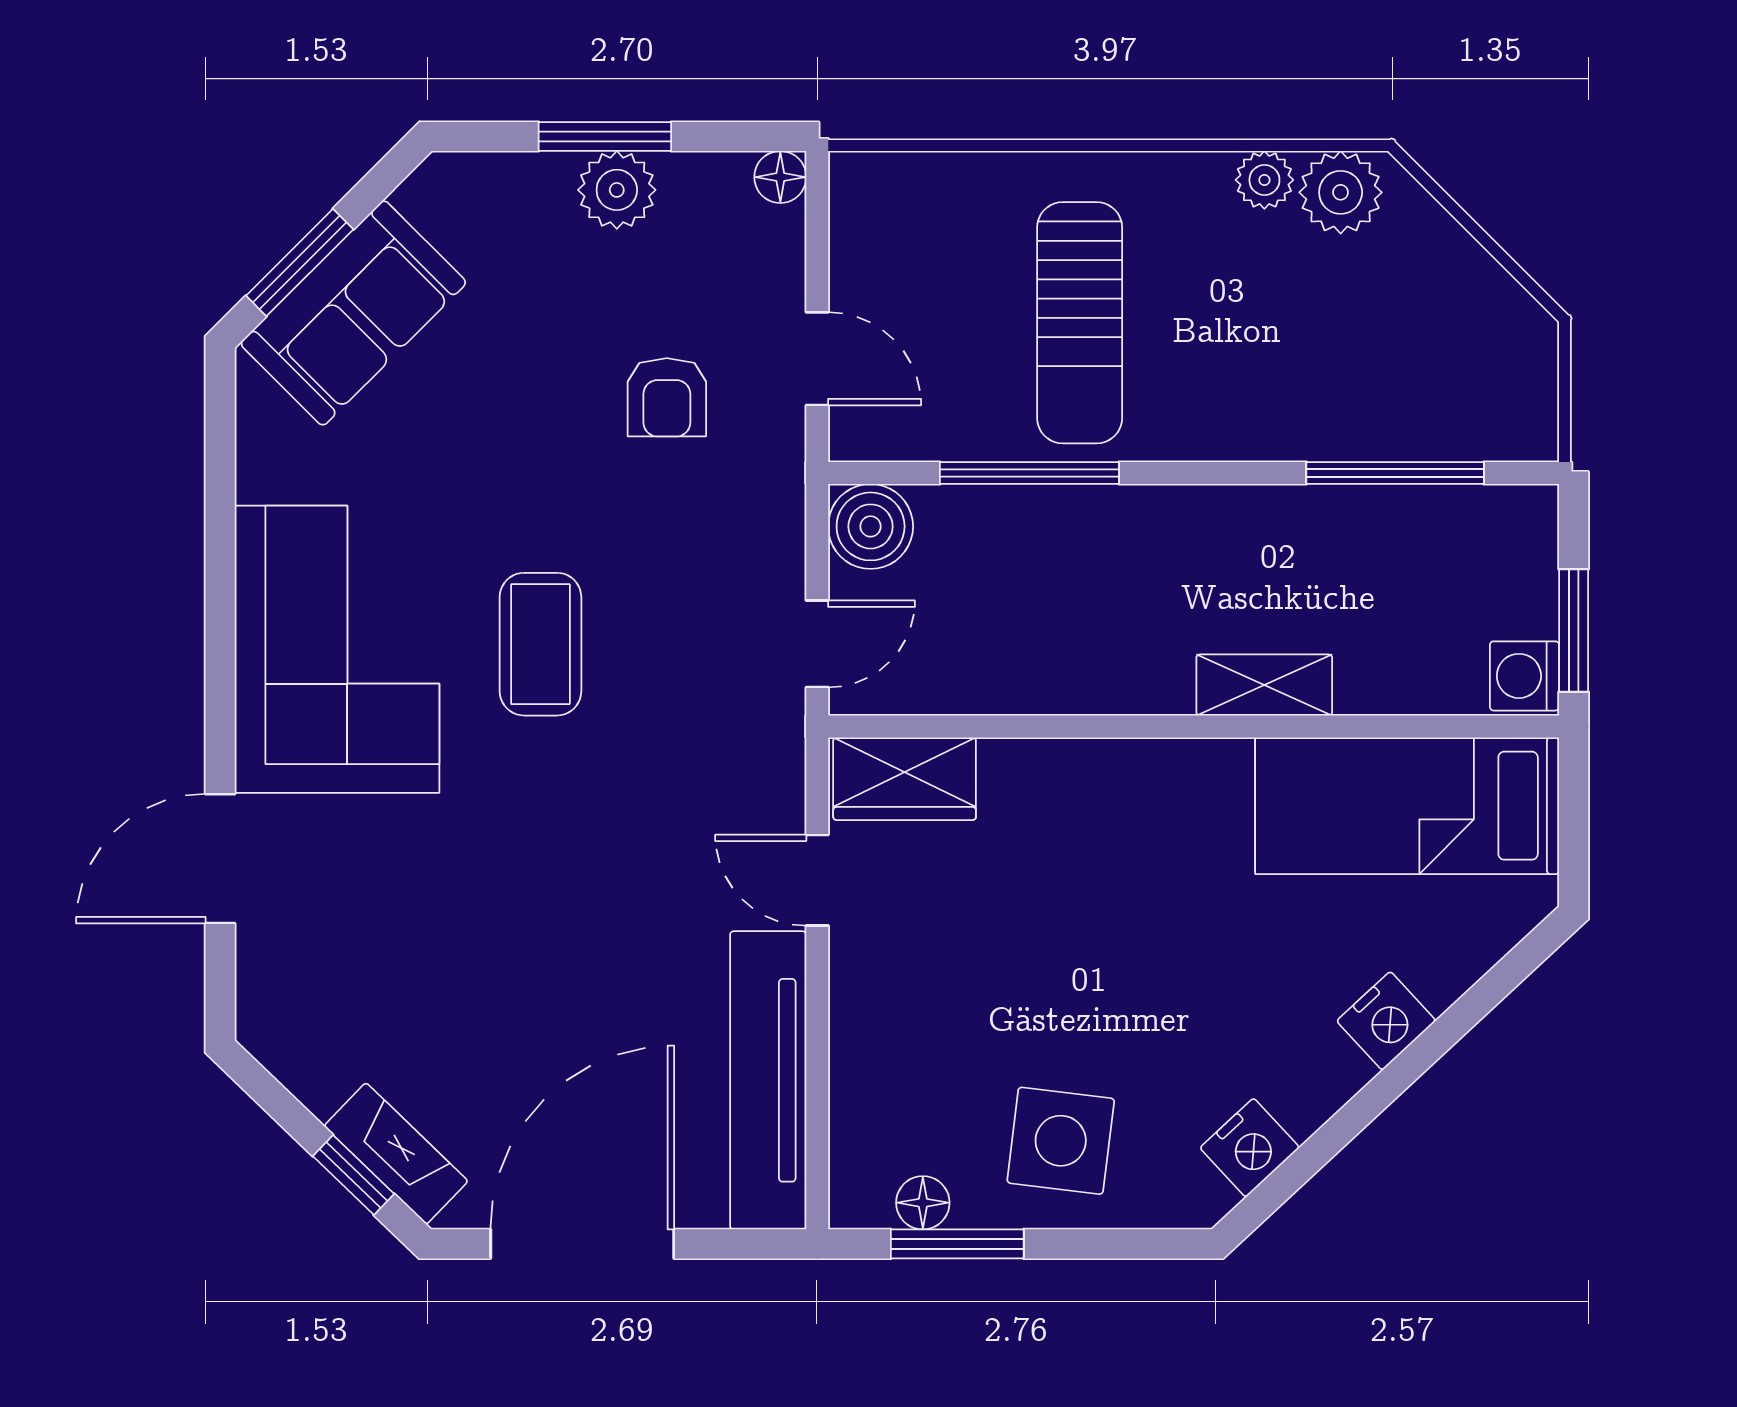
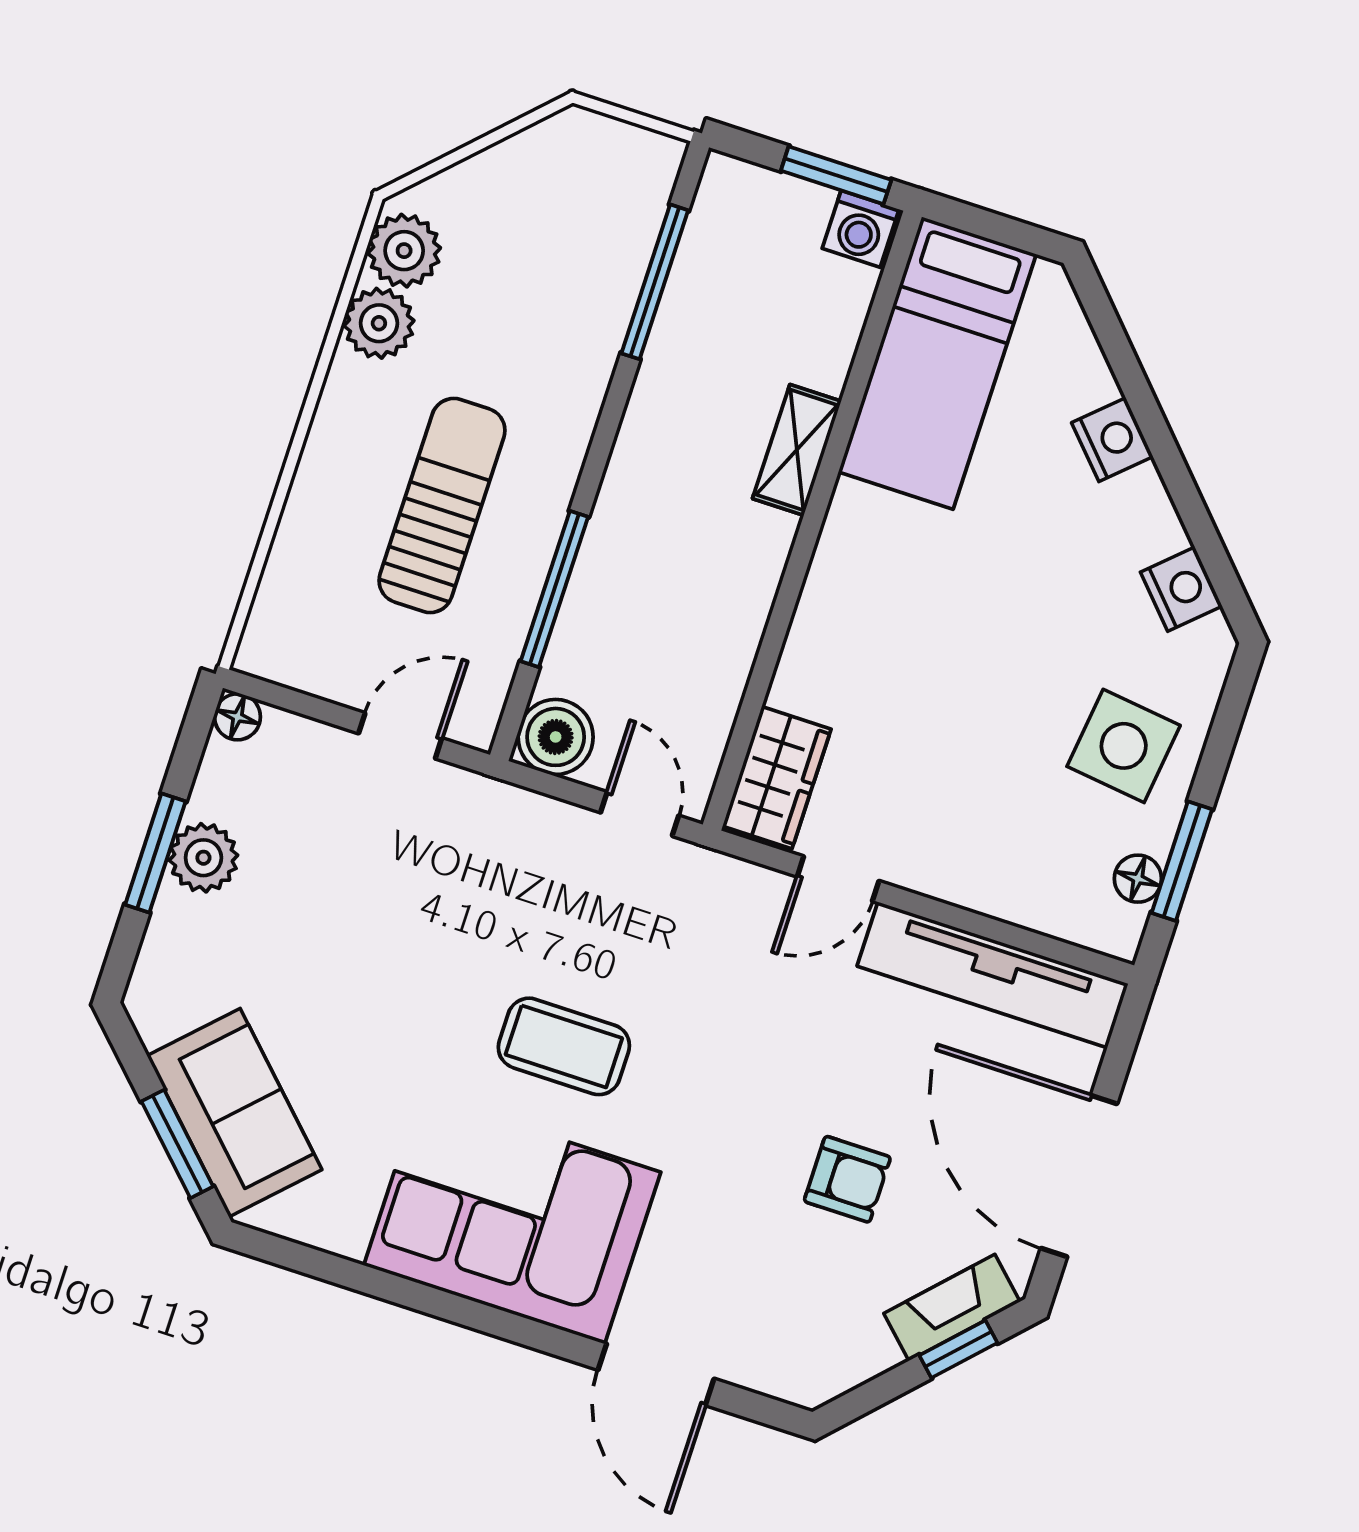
plant: (1264, 180) -> (379, 323), width x1.38, depth x1.38
sun lounger: (1080, 323) -> (442, 505), turned -90
armchair: (667, 397) -> (847, 1179), moved

